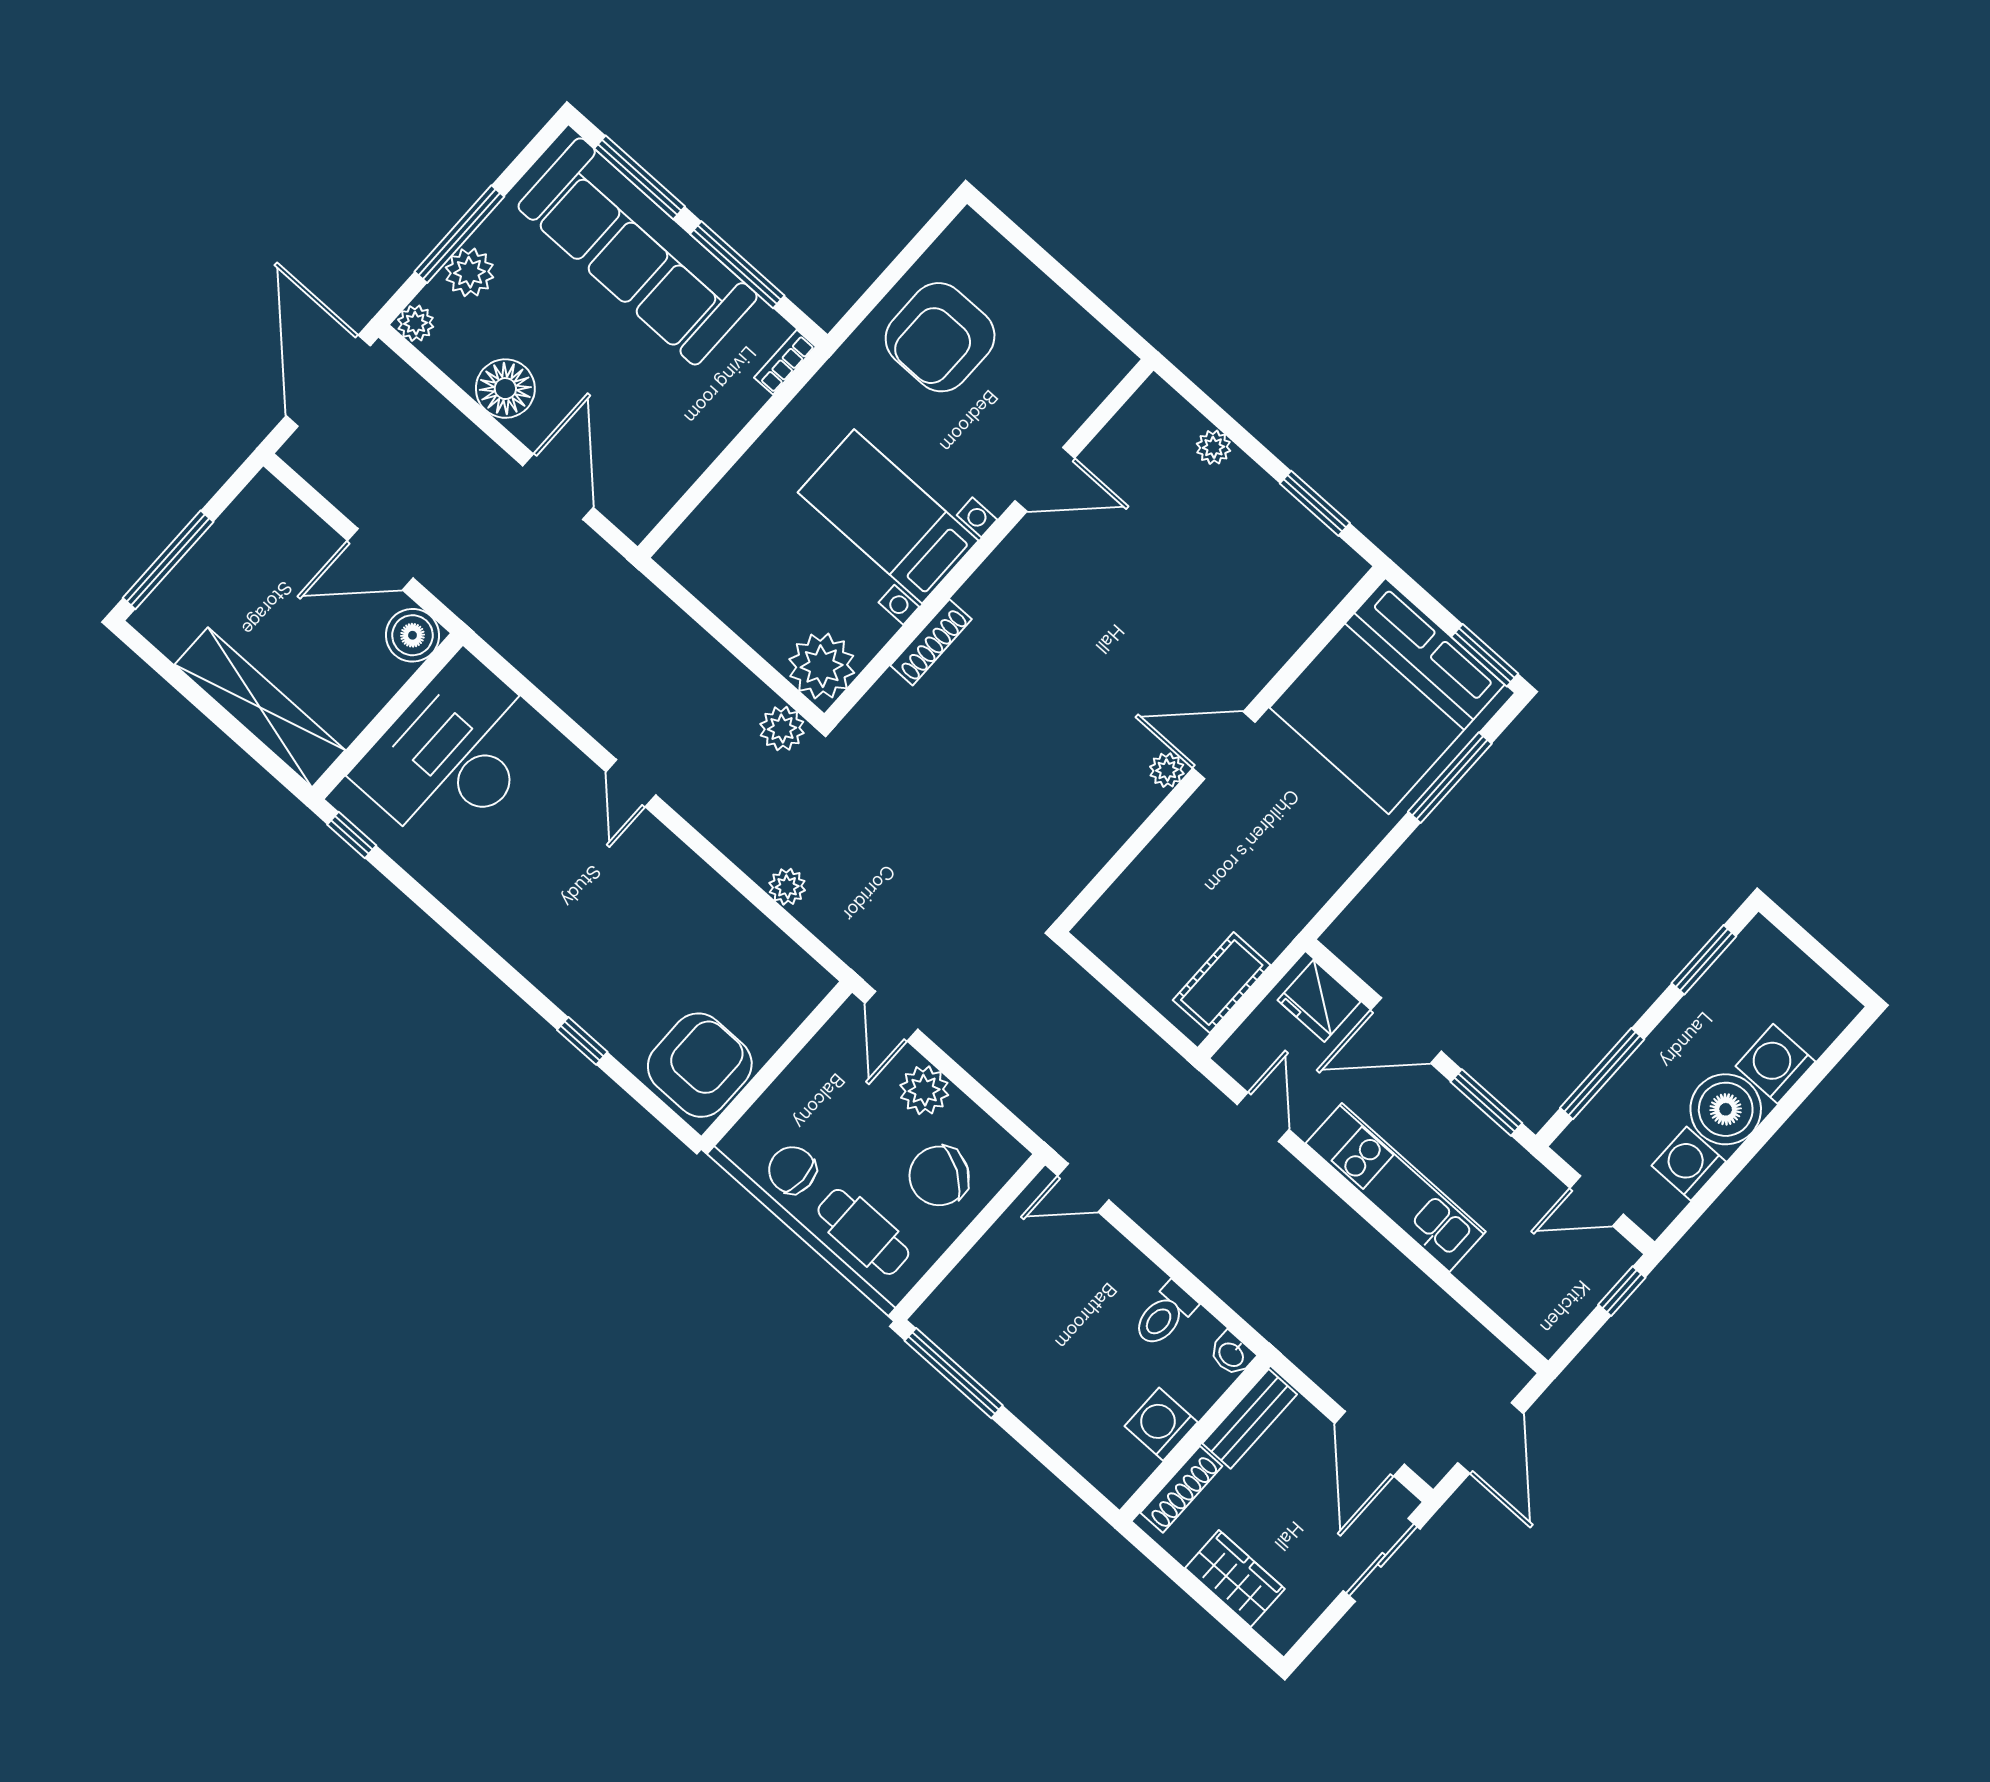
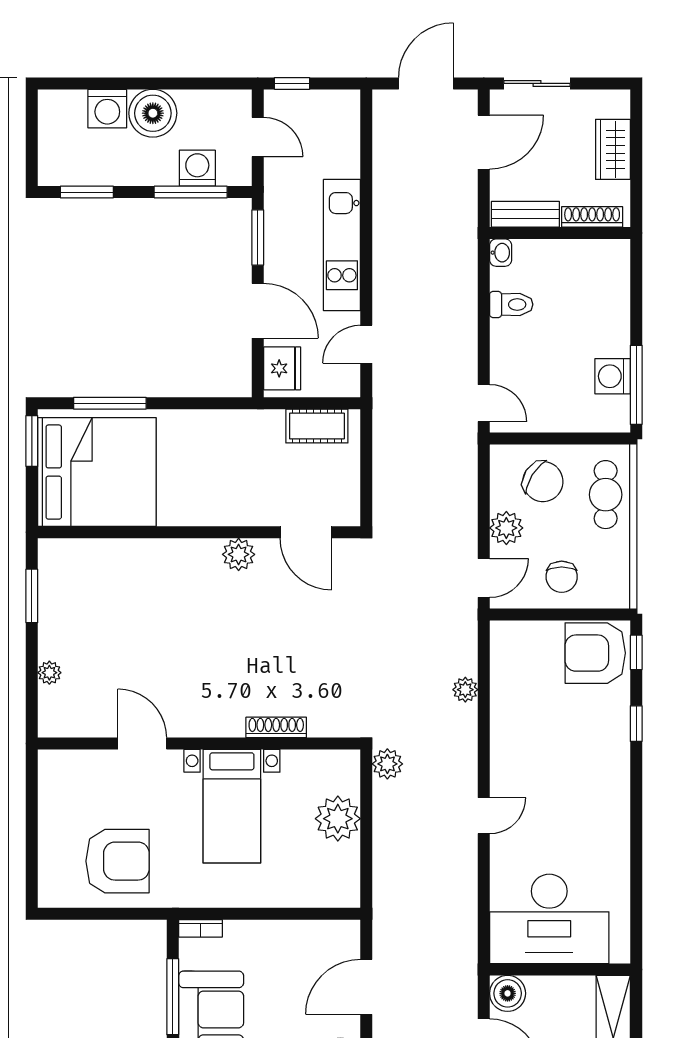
plant: (822, 666) -> (338, 819), moved
door: (1224, 745) -> (306, 532), moved
plant: (1167, 770) -> (239, 554), width x1.38, depth x1.38
window: (352, 835) -> (636, 652), moved
washing machine: (1689, 1164) -> (197, 168), moved, turned 180
chair: (792, 1170) -> (562, 577), moved
washing machine: (1161, 1424) -> (613, 376), moved, turned 90

